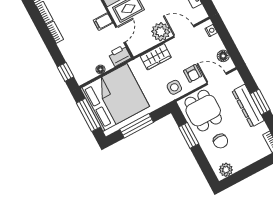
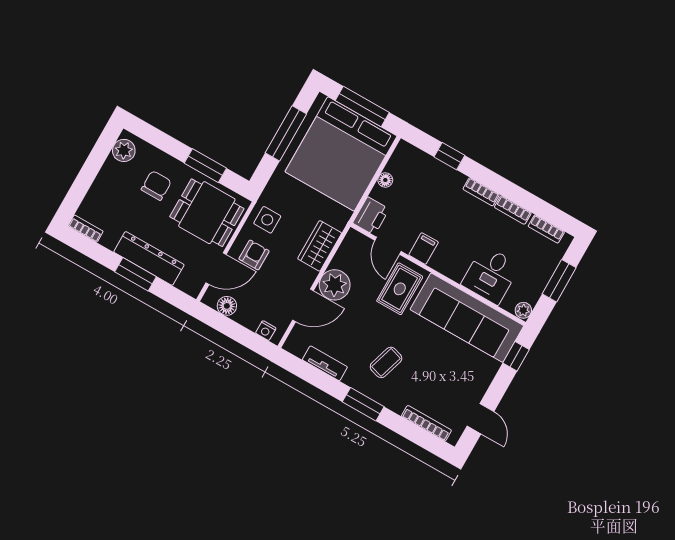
window: (66, 72) -> (449, 156), moved
armchair: (193, 73) -> (254, 255), turned 90
chair: (221, 141) -> (156, 185), turned 90

